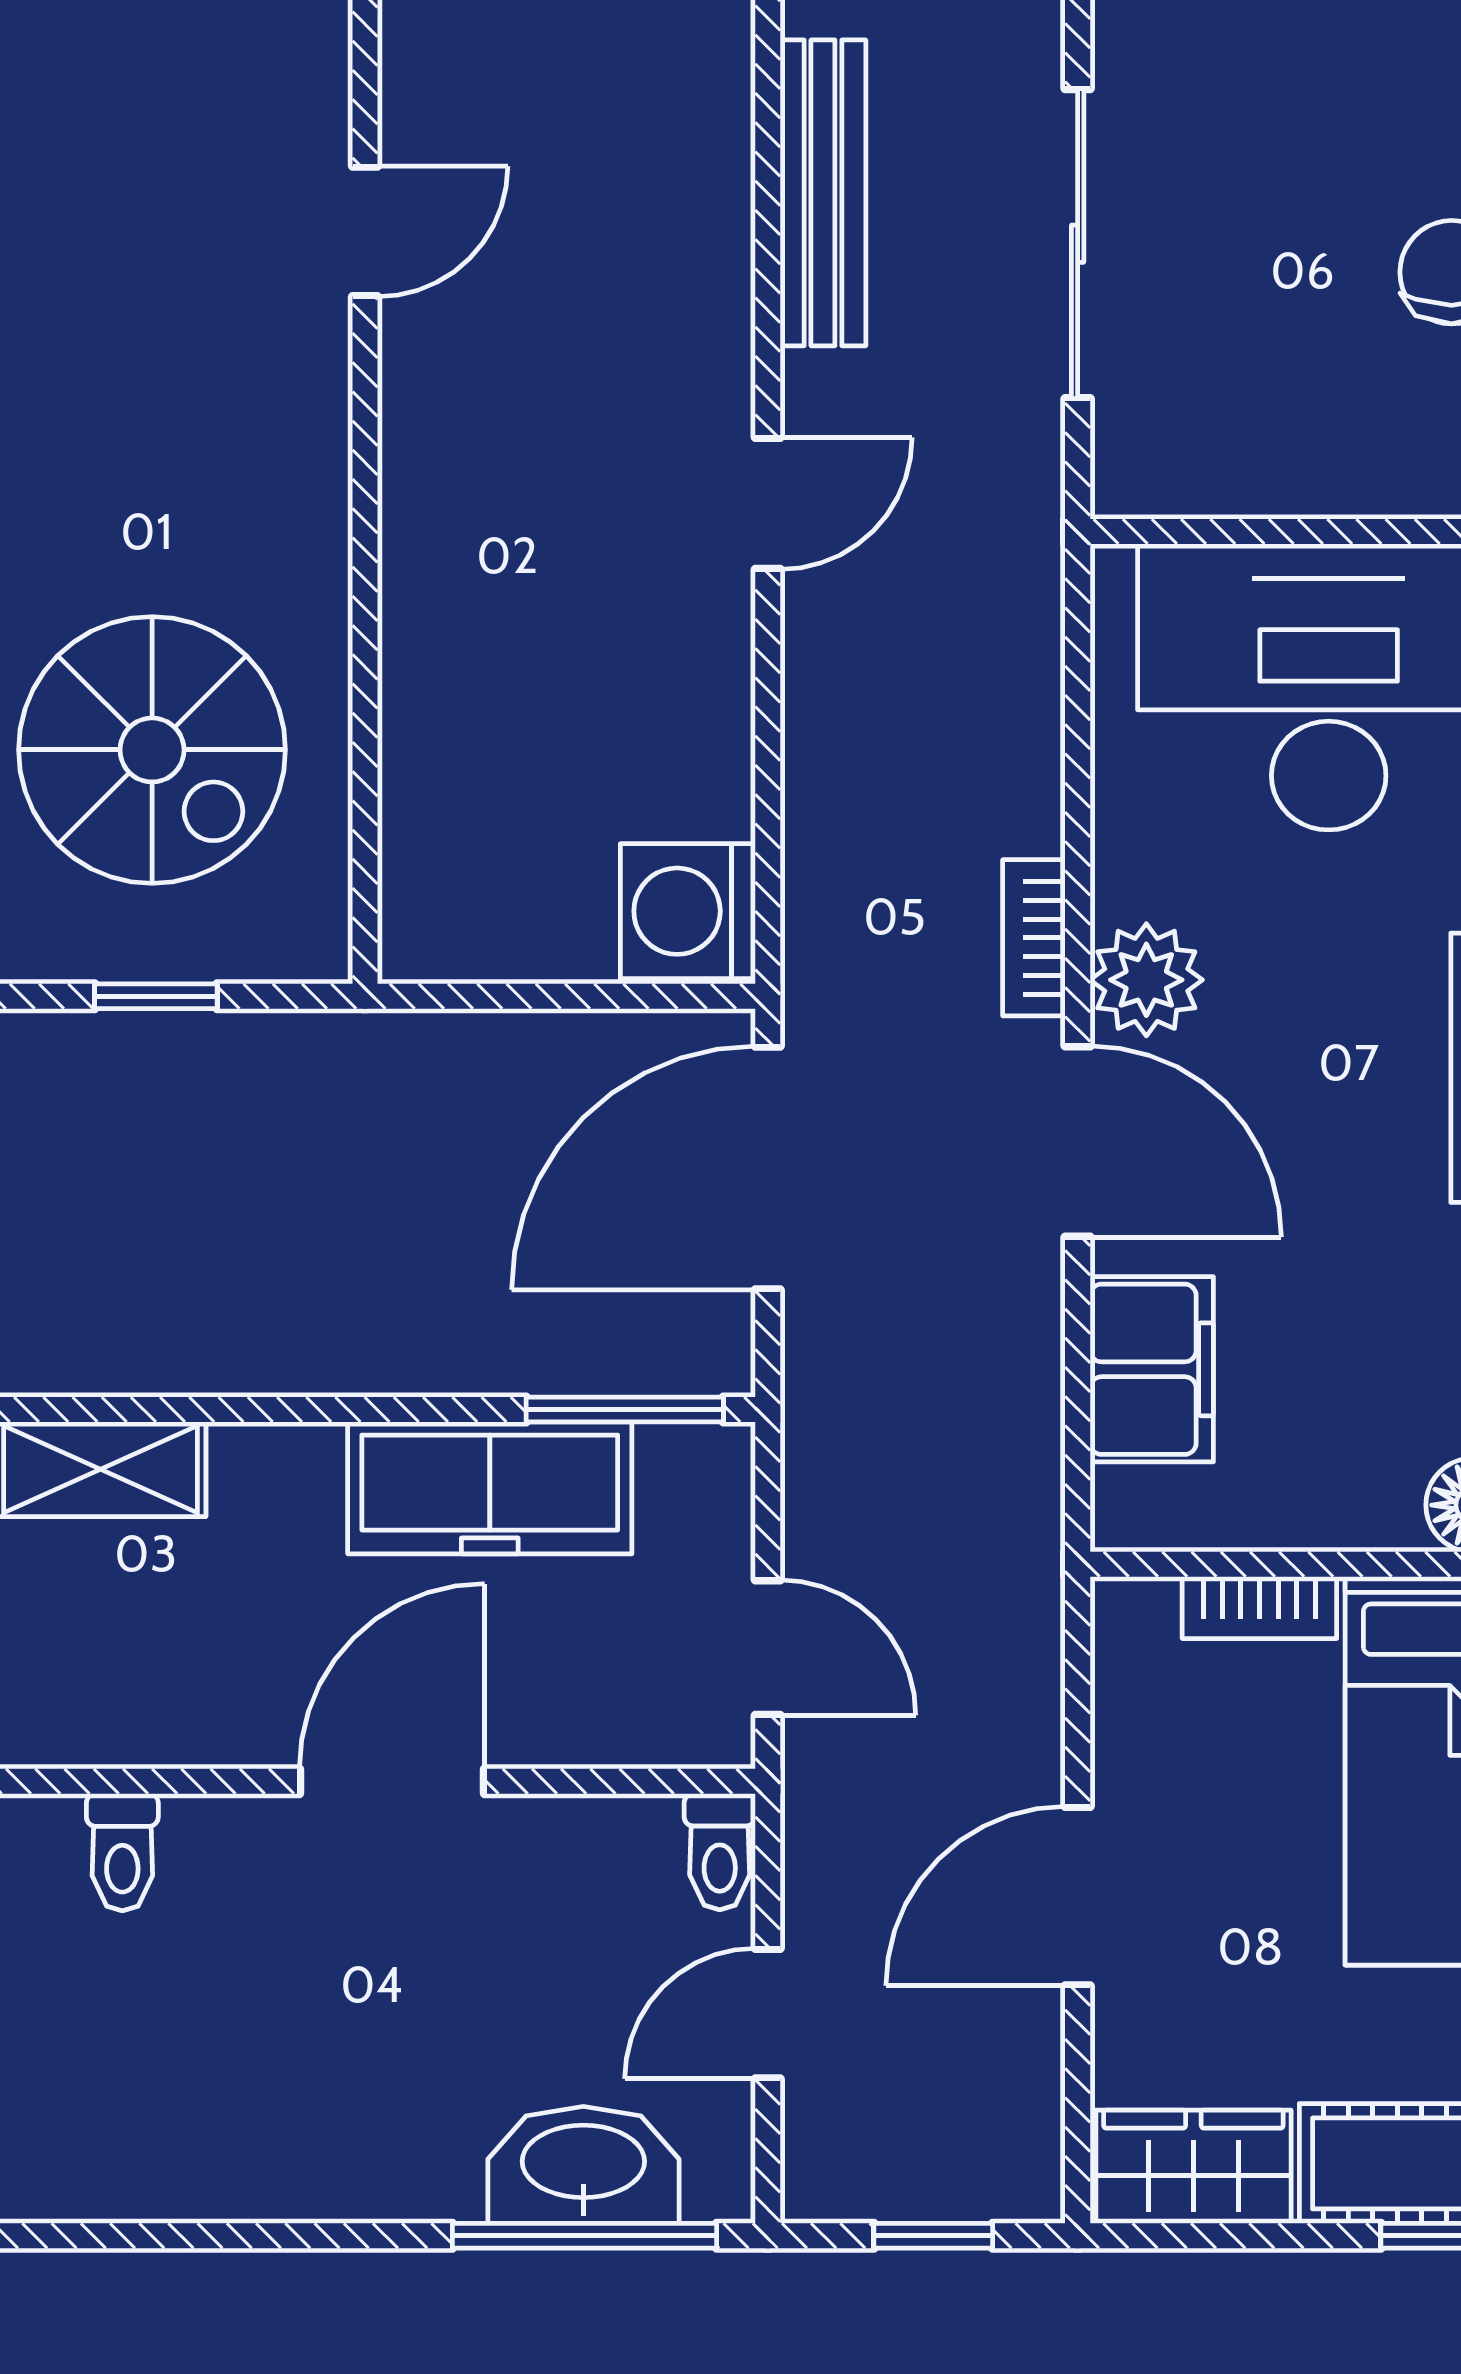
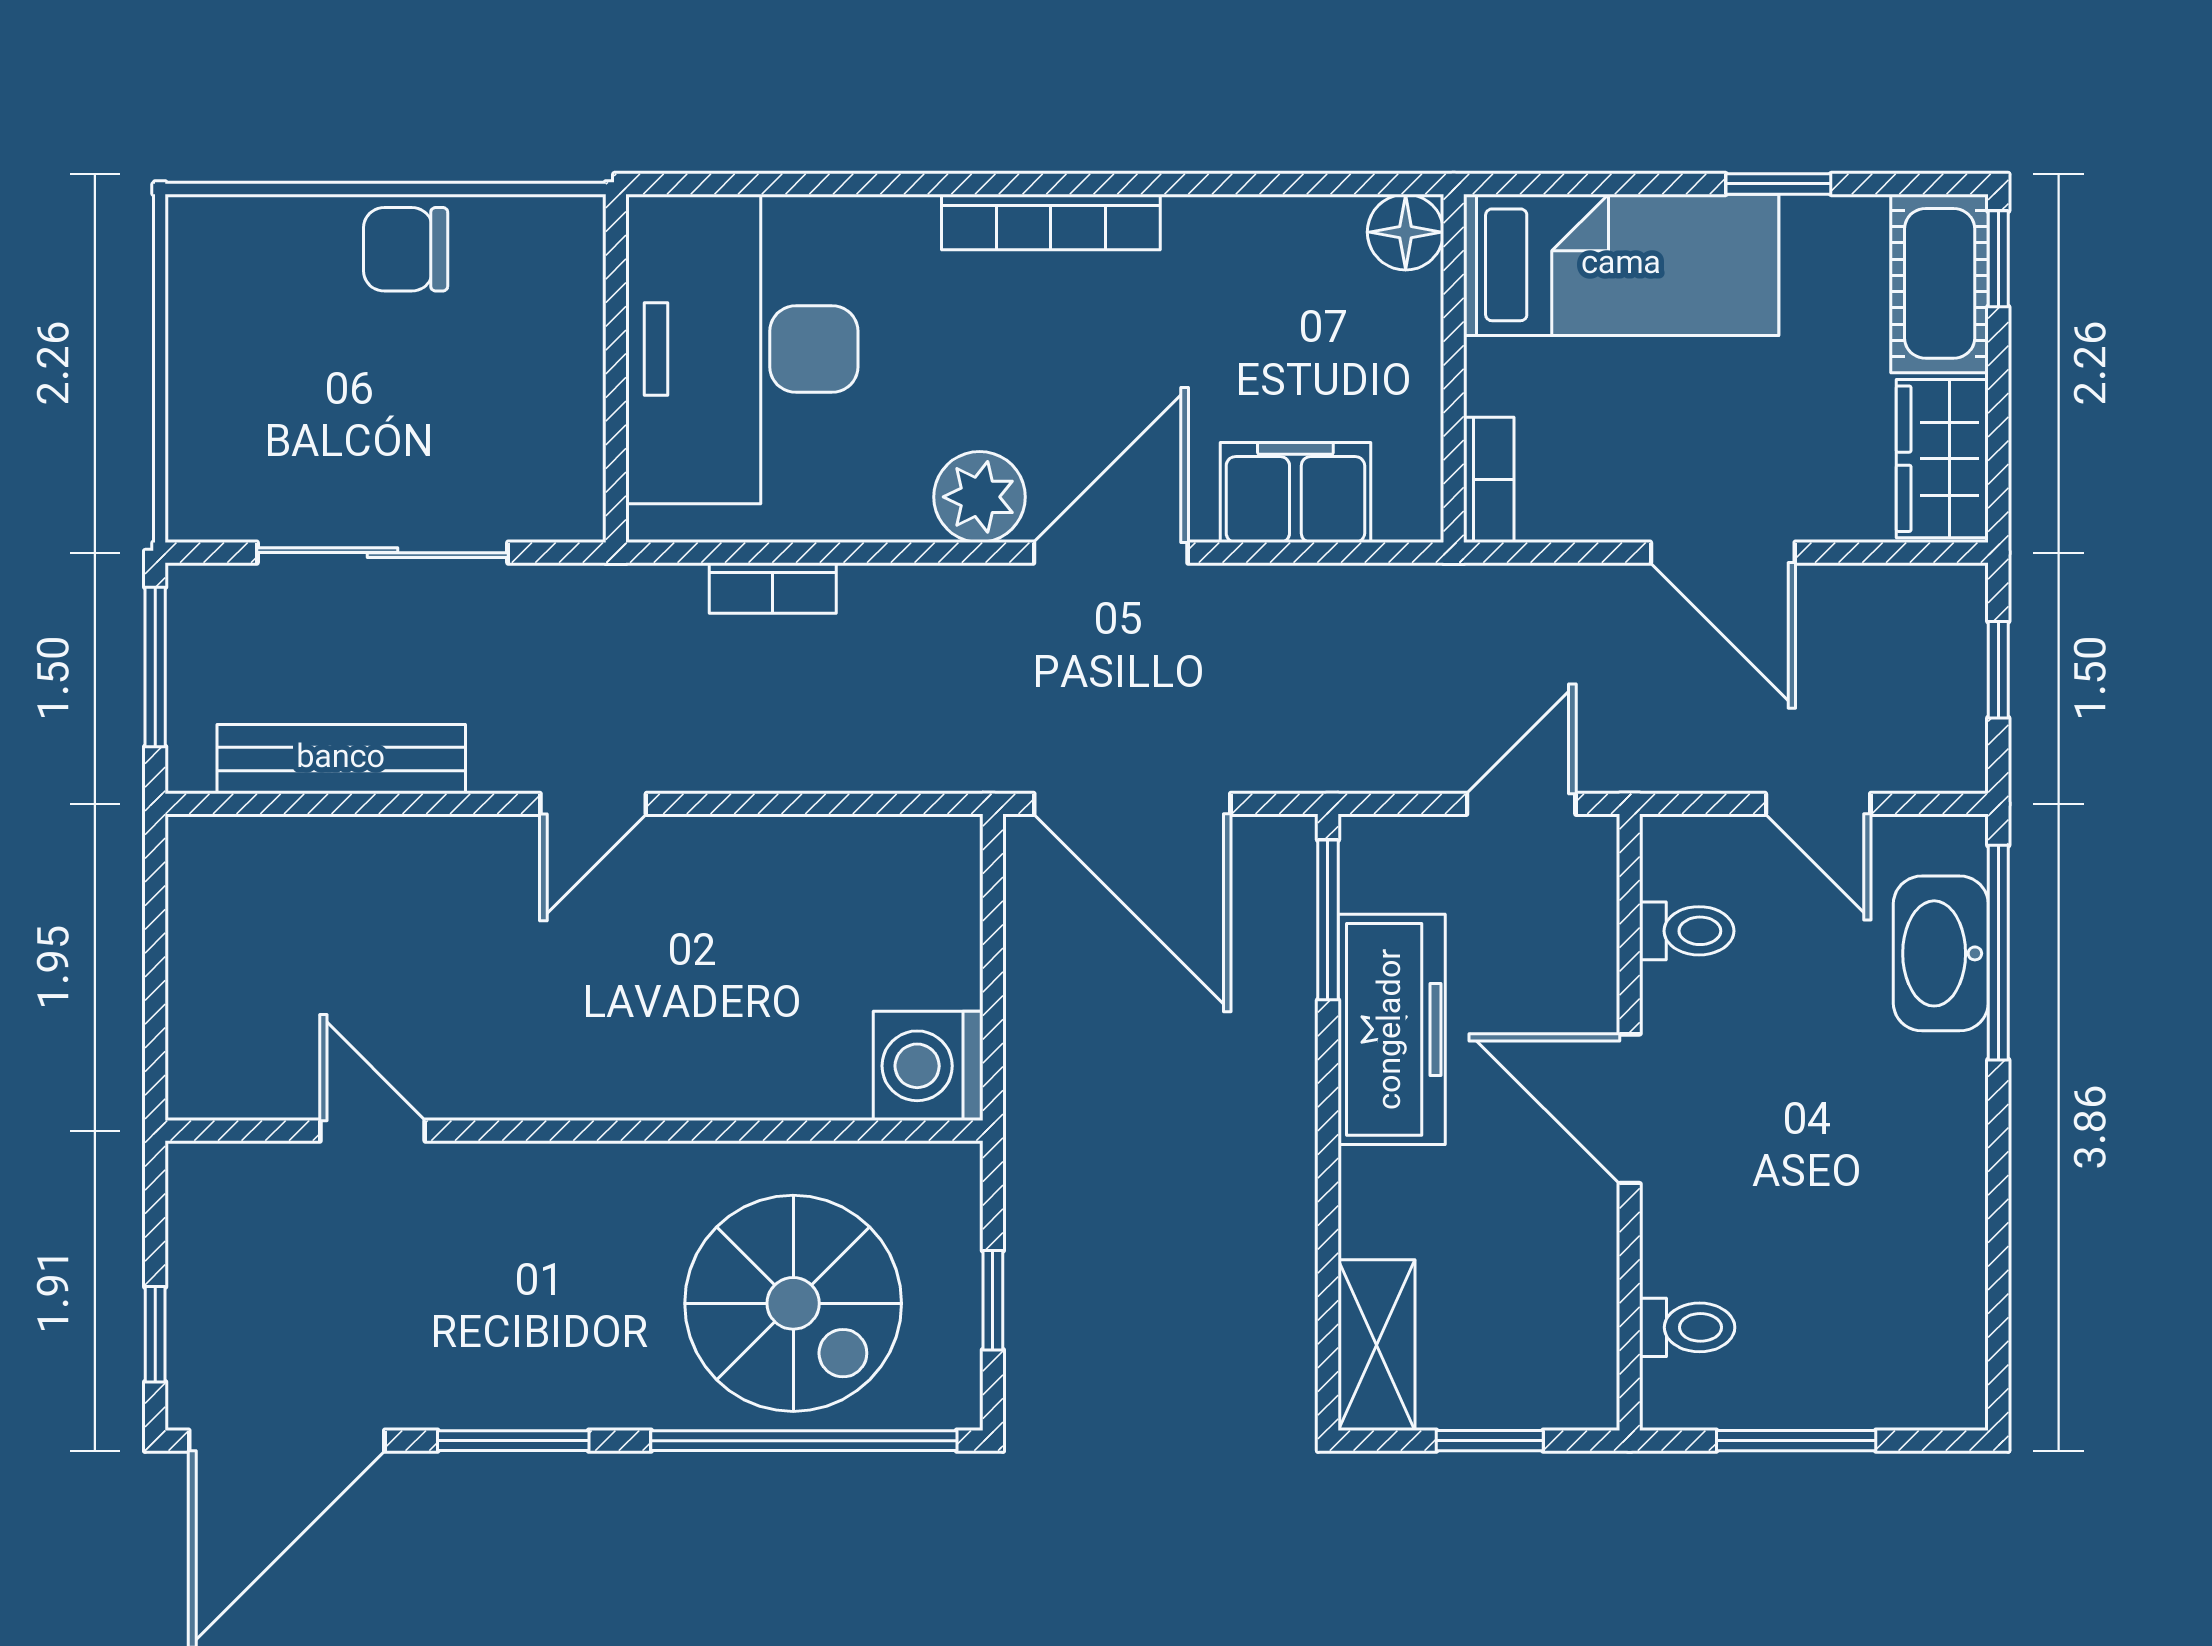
door: (768, 503) -> (593, 804), swing flipped
spiral stairs: (152, 750) -> (793, 1303), turned 90
washing machine: (688, 911) -> (928, 1066), moved, turned 90
bookcase: (1034, 938) -> (773, 588), moved
bookcase: (1259, 1608) -> (1489, 480), moved
toilet: (720, 1852) -> (1687, 931), moved

